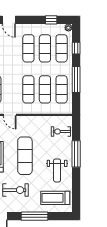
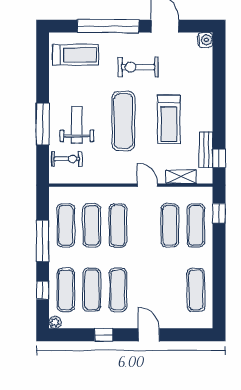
window: (51, 20) -> (104, 335), moved
weight bench: (57, 170) -> (77, 125), moved
window: (35, 216) -> (108, 26), width x1.46

